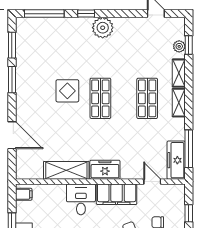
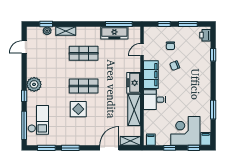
checkout: (52, 34) -> (38, 120), added
shelving: (179, 103) -> (130, 141), moved
freezer: (176, 160) -> (114, 33), moved

